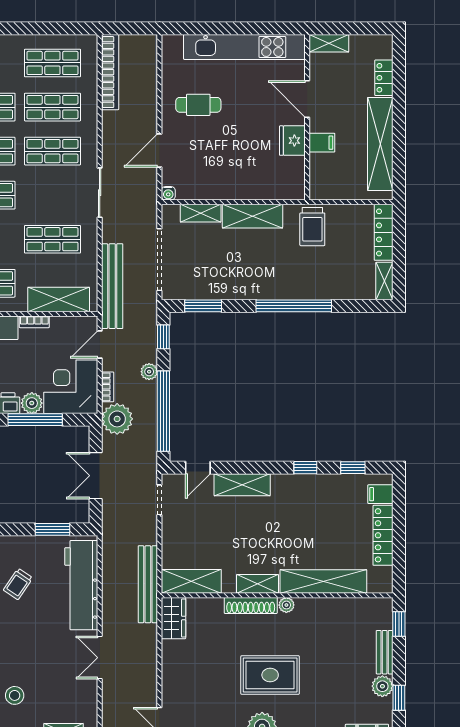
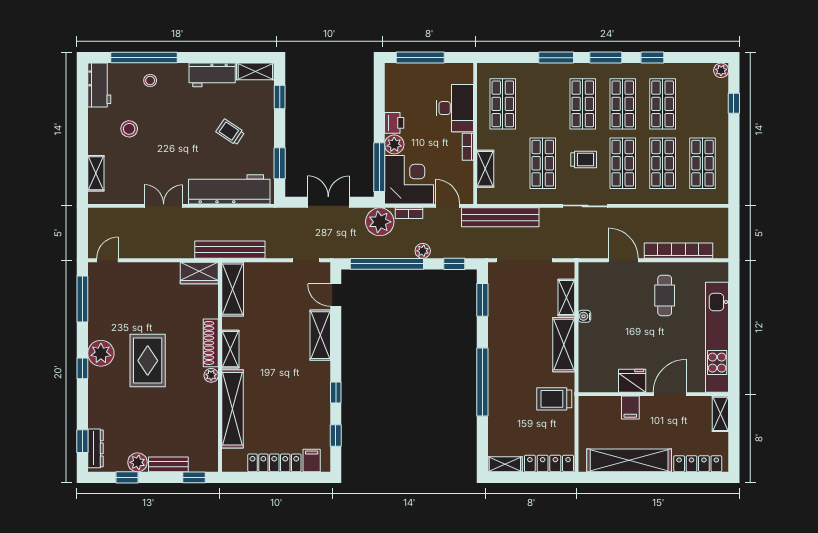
bookcase: (110, 72) -> (678, 251), moved, turned 180
locker: (384, 78) -> (698, 464), width x1.53
water cooler: (168, 193) -> (584, 316), moved
trolley: (48, 194) -> (584, 160), added
shelving: (59, 300) -> (485, 169), width x0.67, depth x0.75
window: (35, 420) -> (379, 167), moved

